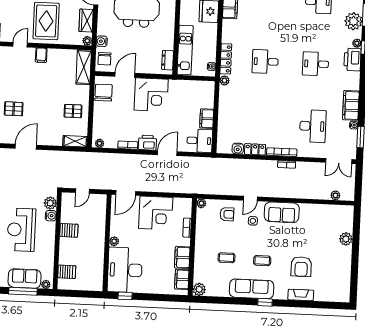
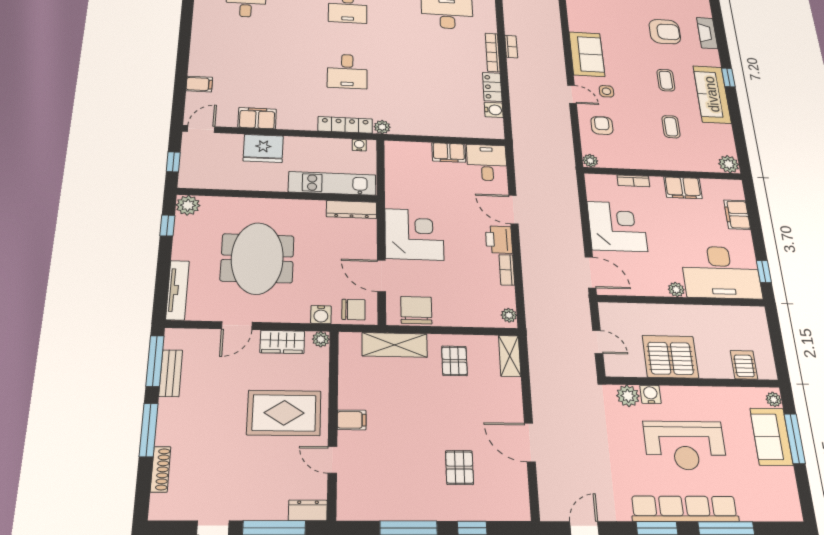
dresser: (168, 60) -> (352, 210), width x1.44
shelving: (84, 67) -> (395, 345), moved
chair: (104, 93) -> (416, 310), turned 90
server rack: (69, 230) -> (670, 357), width x2.18, depth x1.44
filing cabinet: (182, 279) -> (737, 215), moved, turned 90

